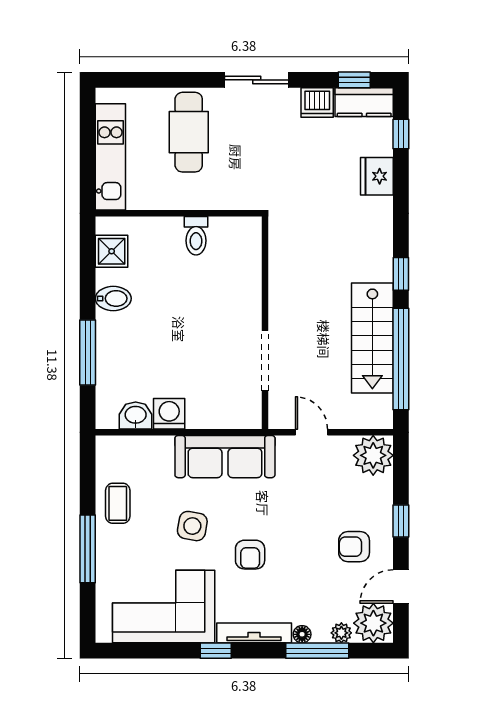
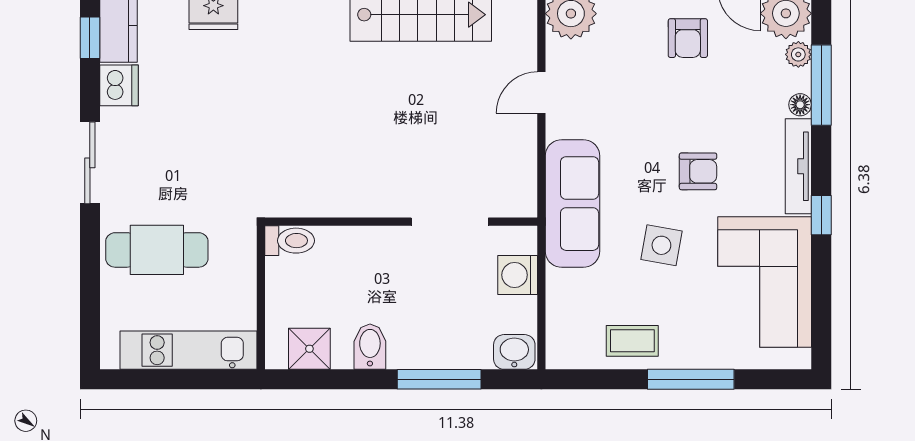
wall: (265, 323) -> (401, 222), moved
doorway: (265, 361) -> (450, 222), moved
washbasin: (136, 416) -> (514, 352), moved, turned 90

